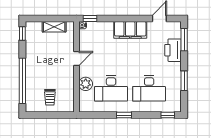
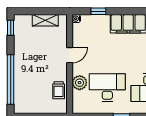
window: (90, 18) -> (98, 11), moved
desk: (111, 88) -> (107, 88), turned 180
trolley: (50, 97) -> (59, 90), moved

